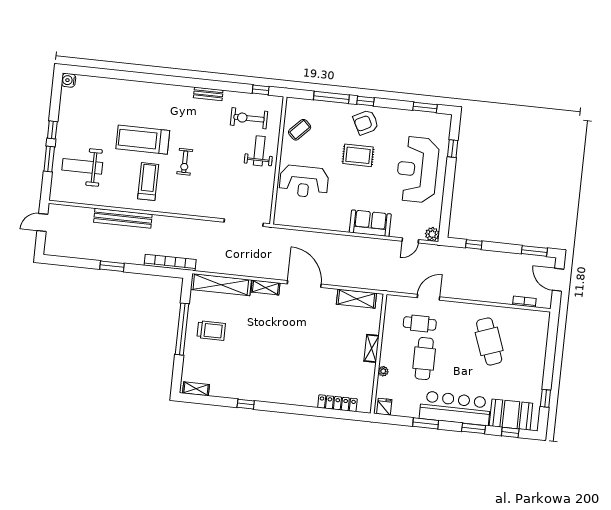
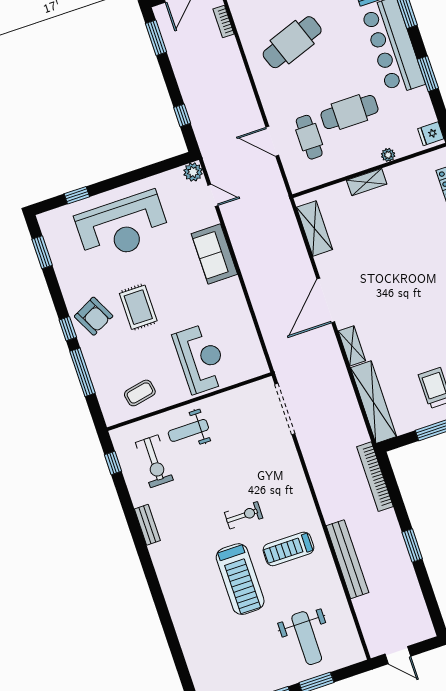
coffee table: (300, 130) -> (140, 393), turned -55

